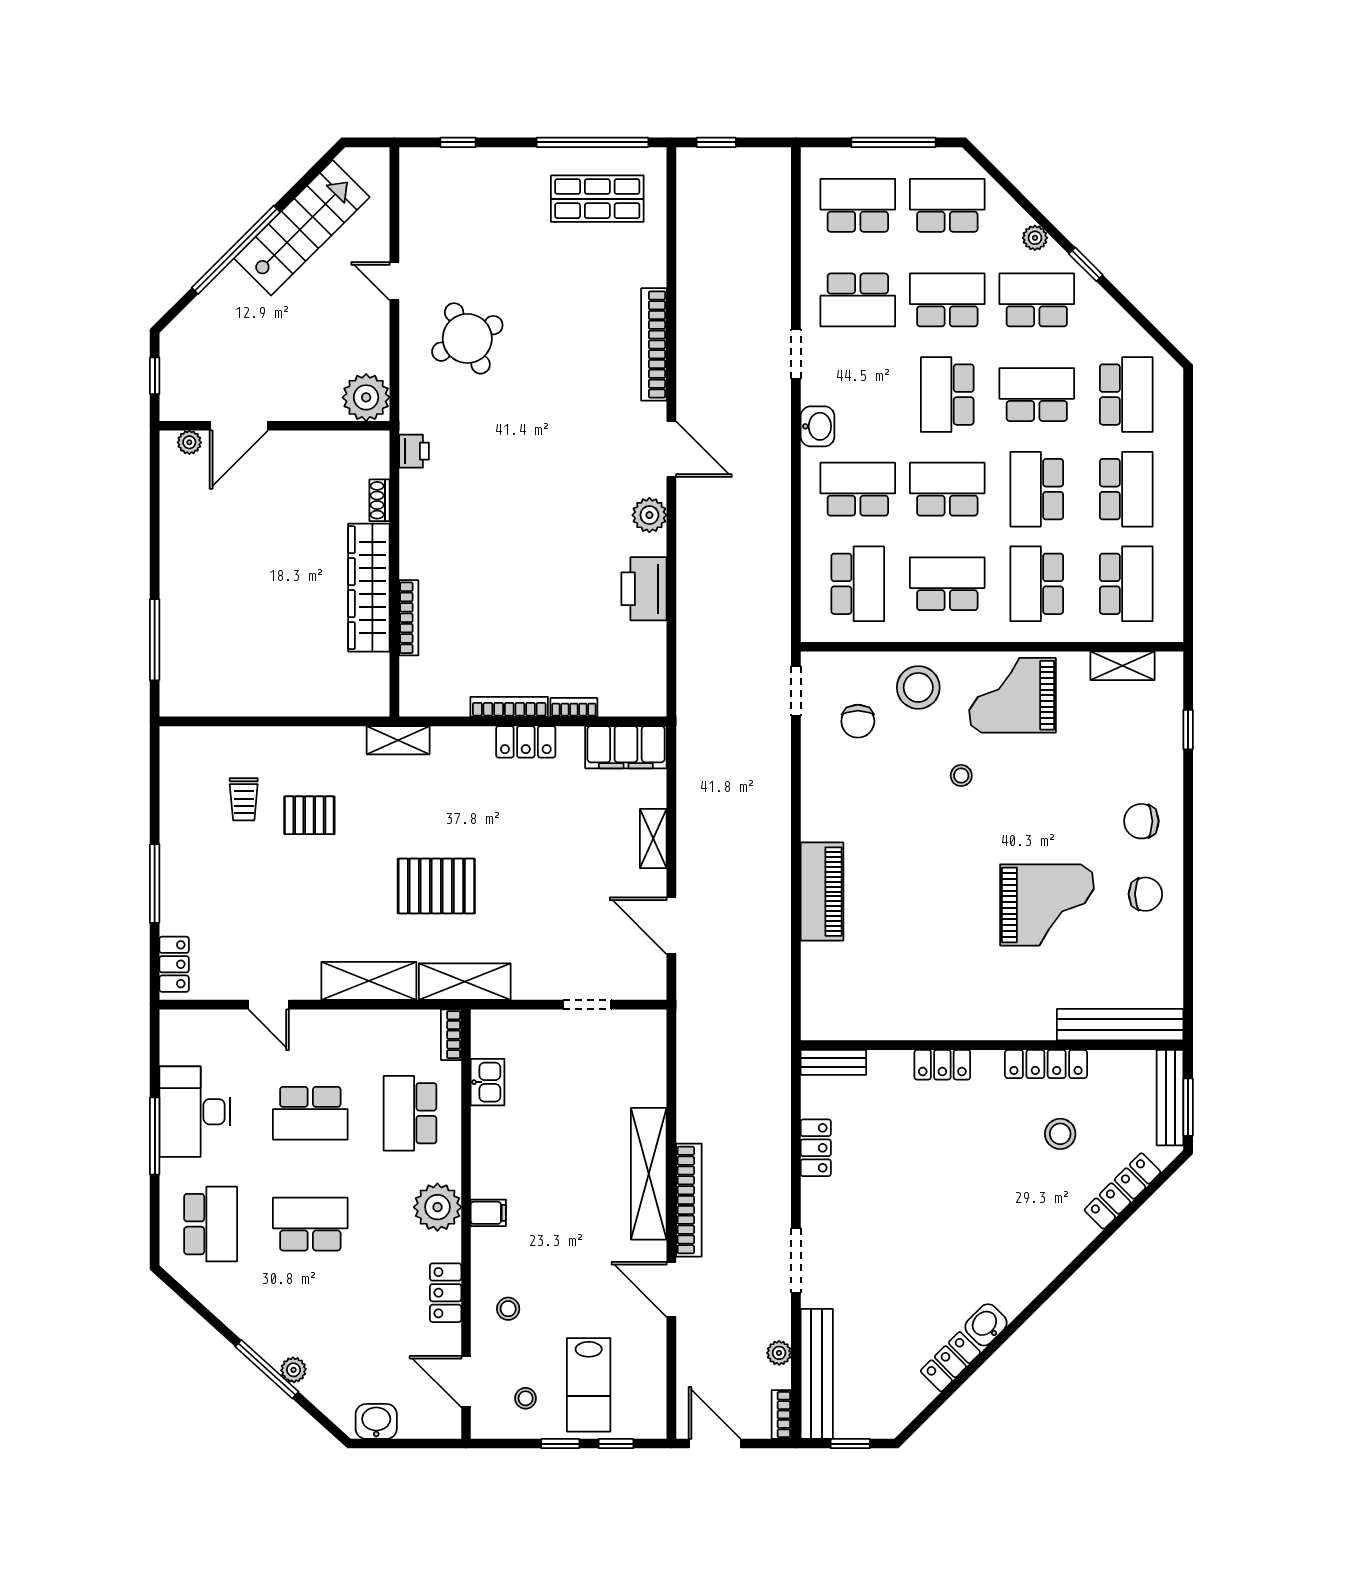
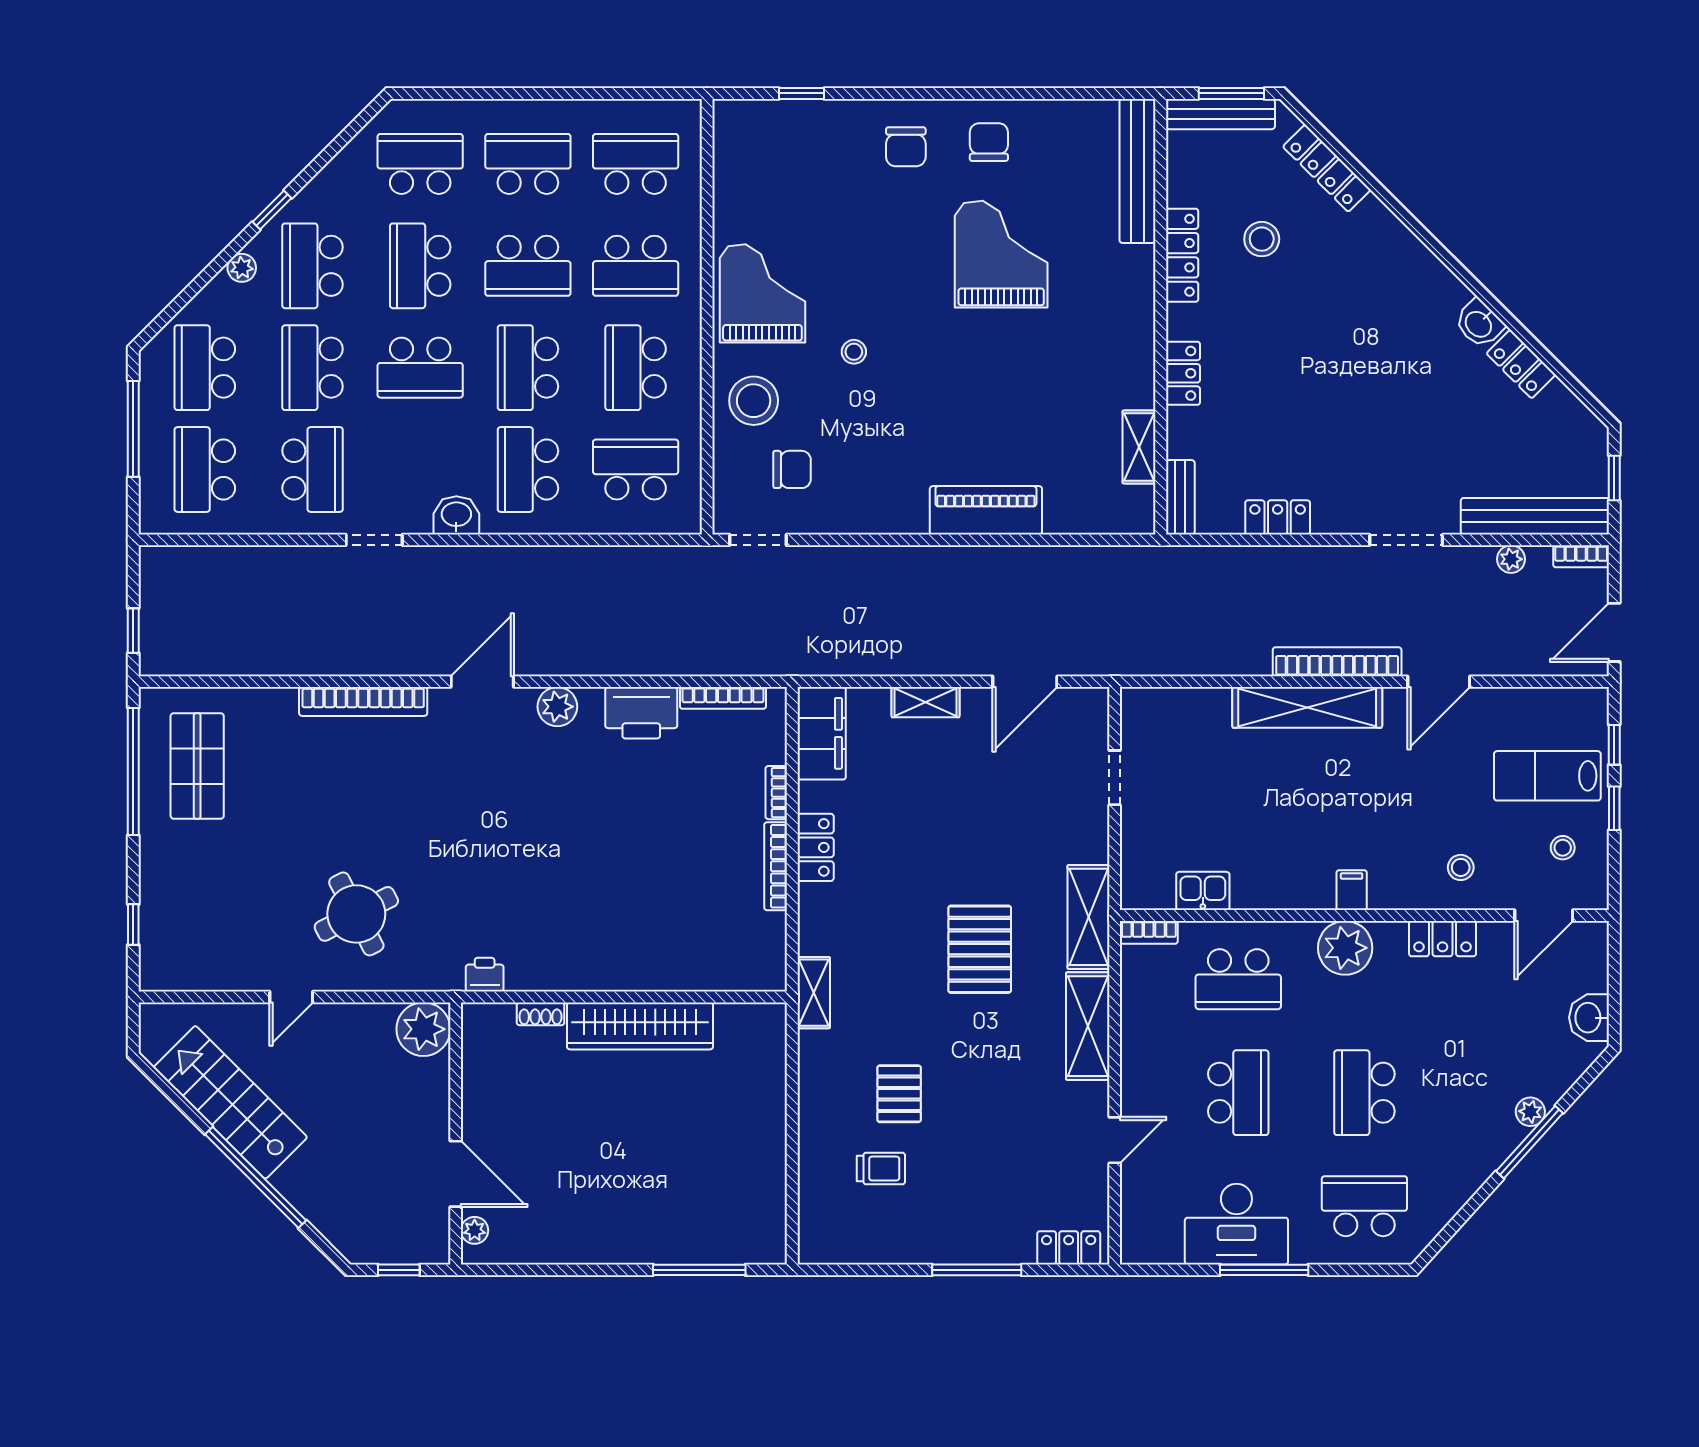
bookcase: (409, 618) -> (723, 698), moved, turned 180
shelving: (1122, 666) -> (1139, 447), moved
grand piano: (1012, 695) -> (762, 293), turned 180
lab bench: (589, 1385) -> (1547, 776), turned 180

